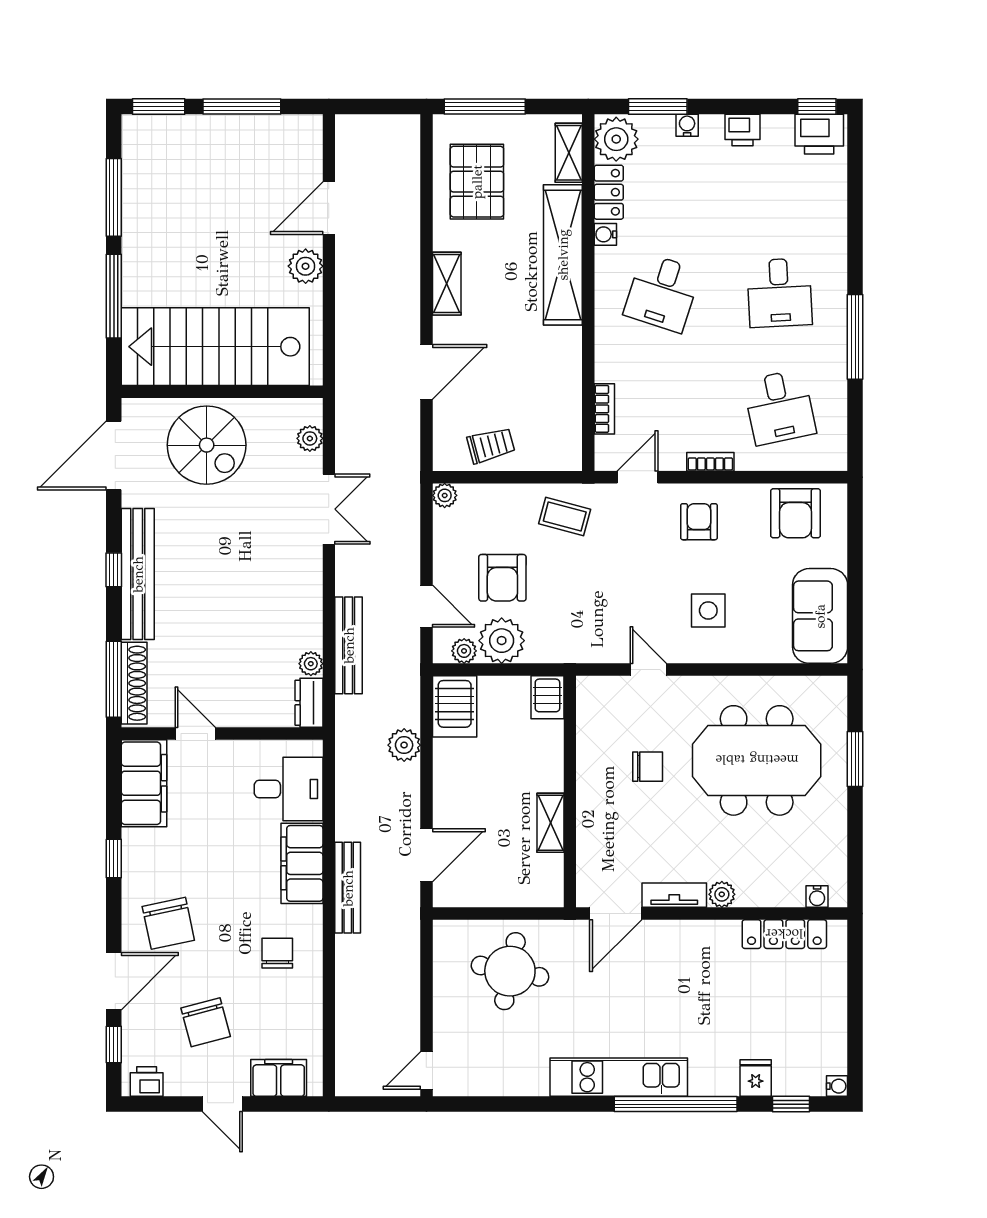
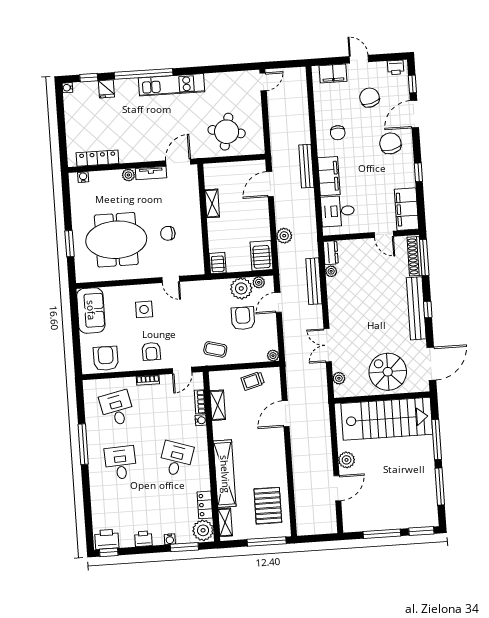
water cooler: (605, 234) -> (201, 420), moved
shelving: (447, 284) -> (218, 405), moved
door: (426, 606) -> (278, 302), hinge flipped

